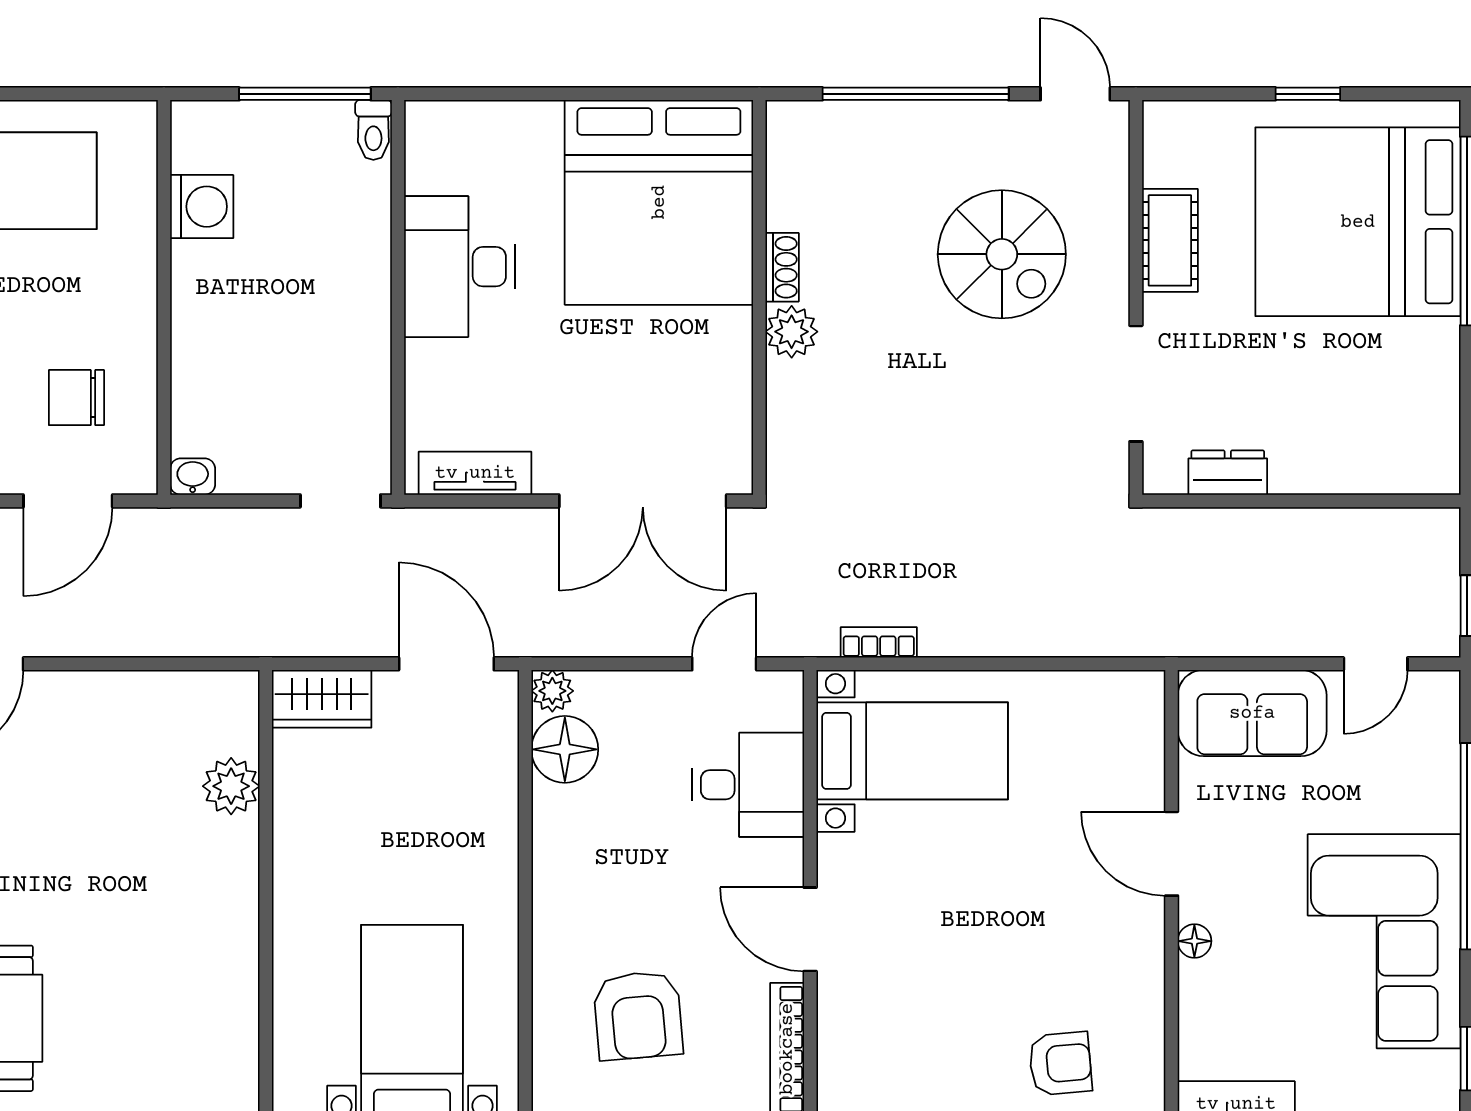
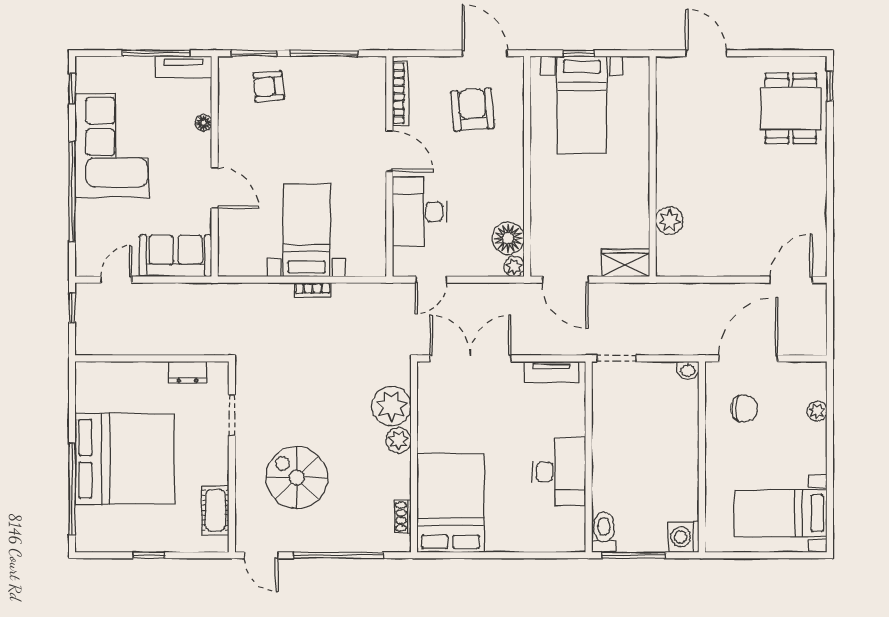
toilet: (373, 130) -> (604, 532), width x1.37, depth x1.39
bed: (659, 202) -> (450, 503), width x0.73
washing machine: (202, 207) -> (684, 537), moved
bed: (1358, 222) -> (125, 459), moved
cot: (1170, 240) -> (215, 510), moved
shoe rack: (782, 267) -> (403, 517), moved
doorway: (1136, 384) -> (232, 415), width x0.73
plant: (806, 403) -> (391, 406), added
door: (68, 501) -> (748, 358), width x1.36
bookcase: (879, 642) -> (313, 290), moved
bed with nightstands: (912, 751) -> (306, 230), moved, turned 90
desk: (748, 785) -> (419, 212), width x1.37
floor lamp: (1194, 941) -> (204, 123), moved

